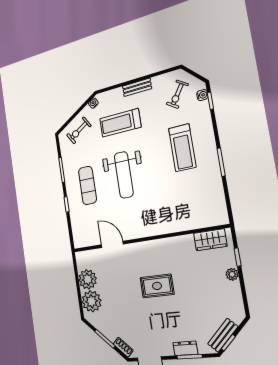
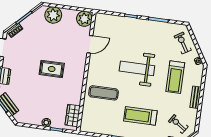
treadmill: (120, 123) -> (175, 77), turned 180
exercise mat: (87, 185) -> (104, 93), moved
plant: (88, 279) -> (84, 19), moved
rug: (157, 286) -> (52, 69), turned 90

